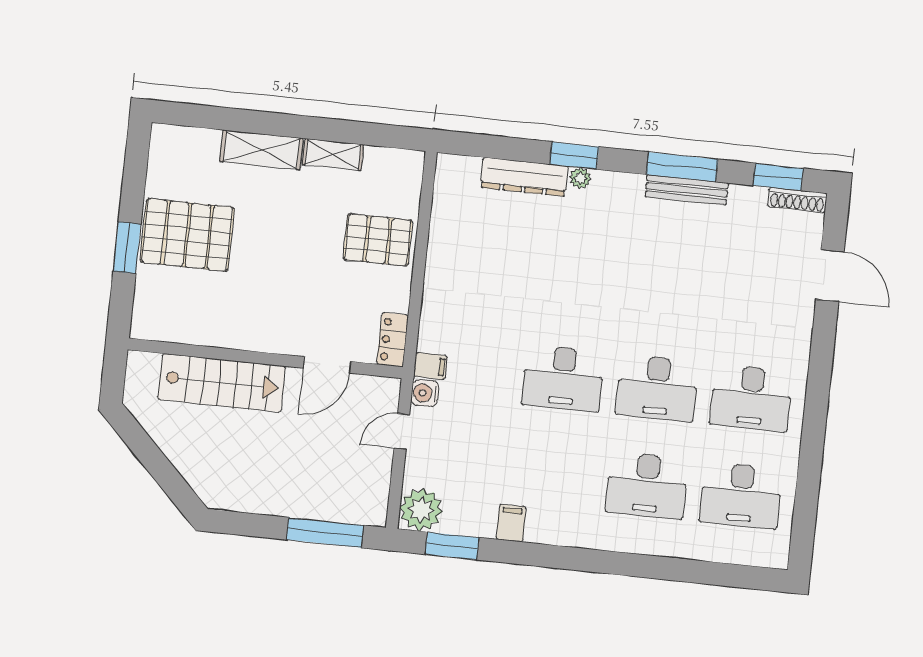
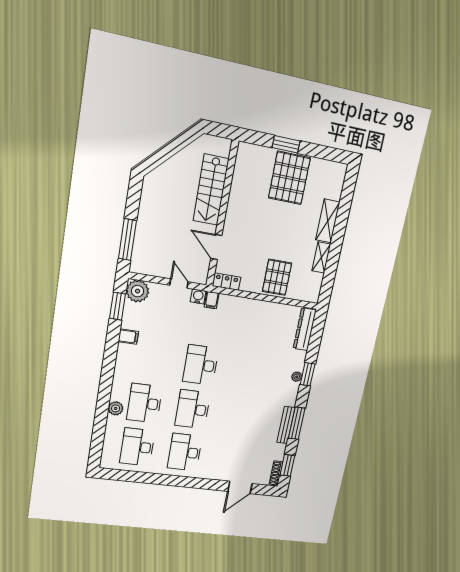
dresser: (524, 177) -> (305, 329), moved
plant: (659, 542) -> (116, 408), added

